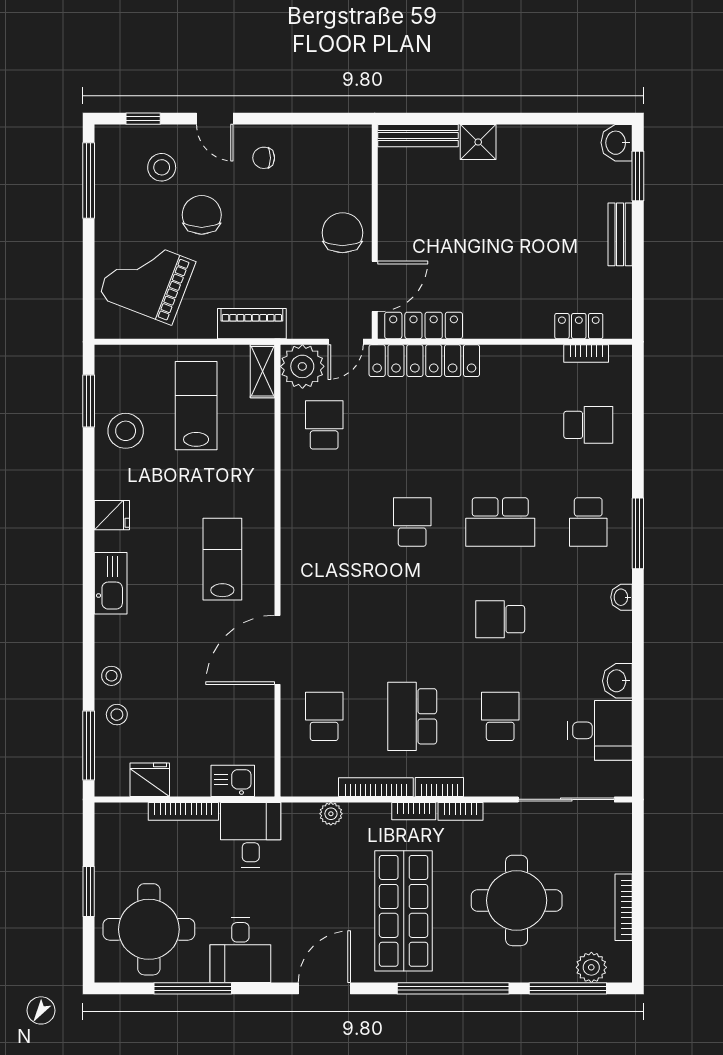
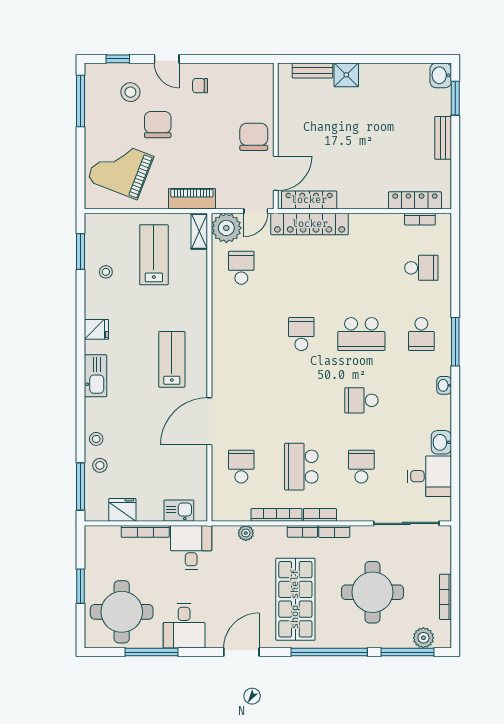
bench: (418, 136) -> (313, 70), width x0.73
locker: (579, 326) -> (415, 200), width x1.53
stool: (126, 431) -> (106, 272), width x0.53, depth x0.53

